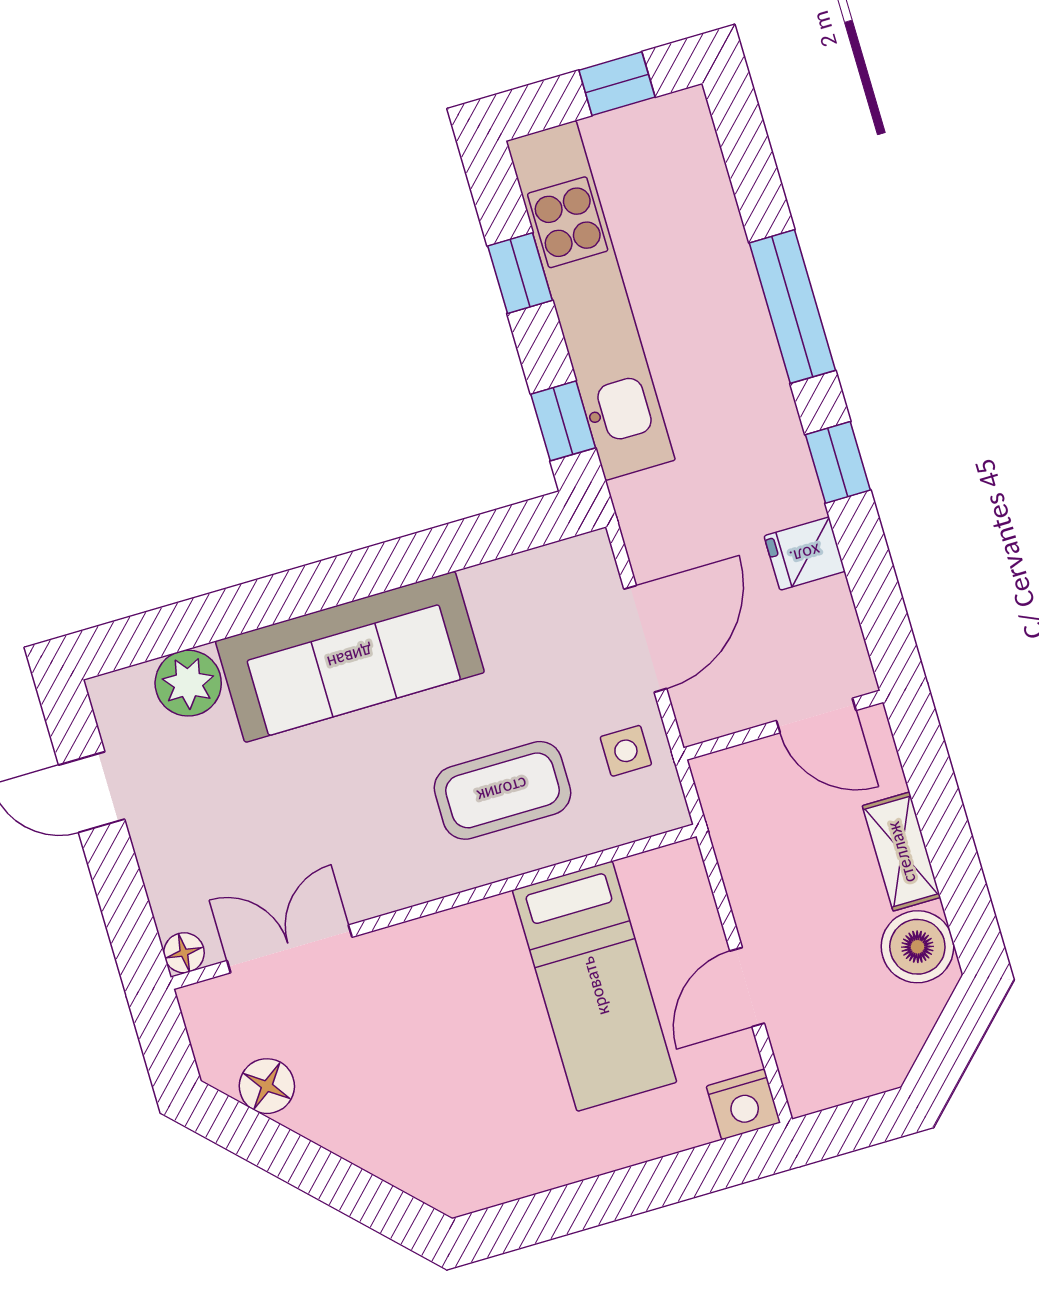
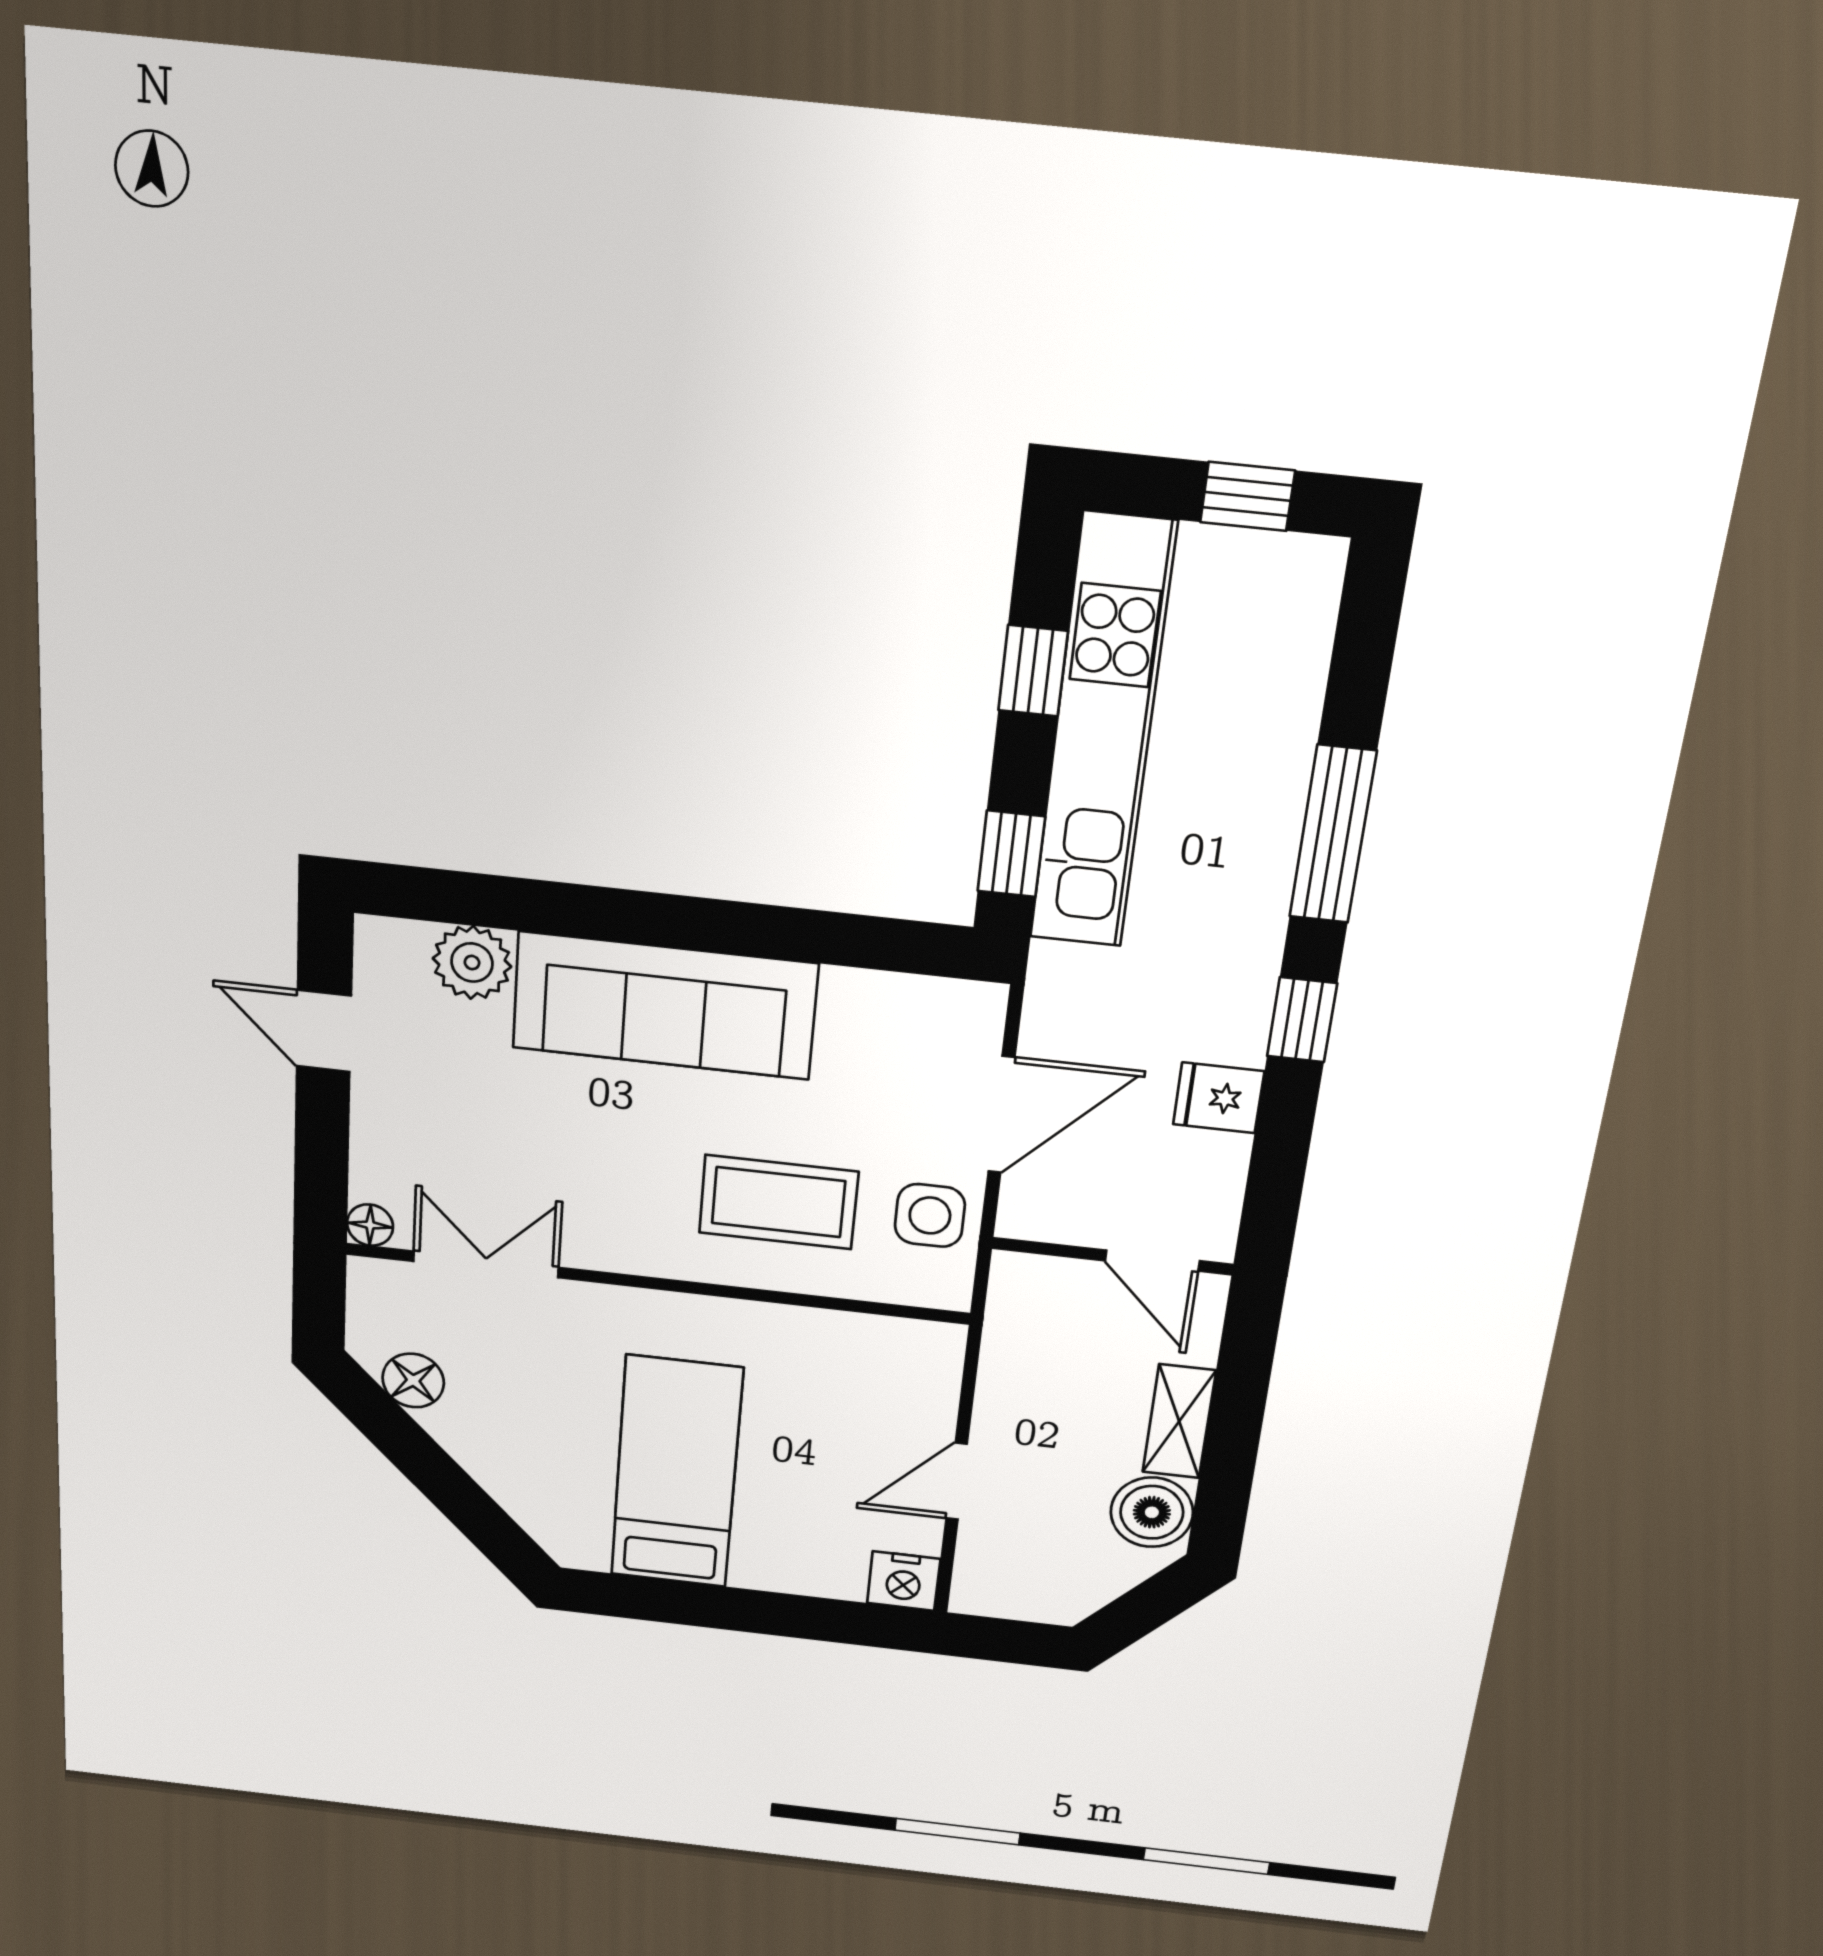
side table: (626, 751) -> (930, 1215), width x1.37, depth x1.37
bed: (595, 986) -> (676, 1472), moved, turned 180

